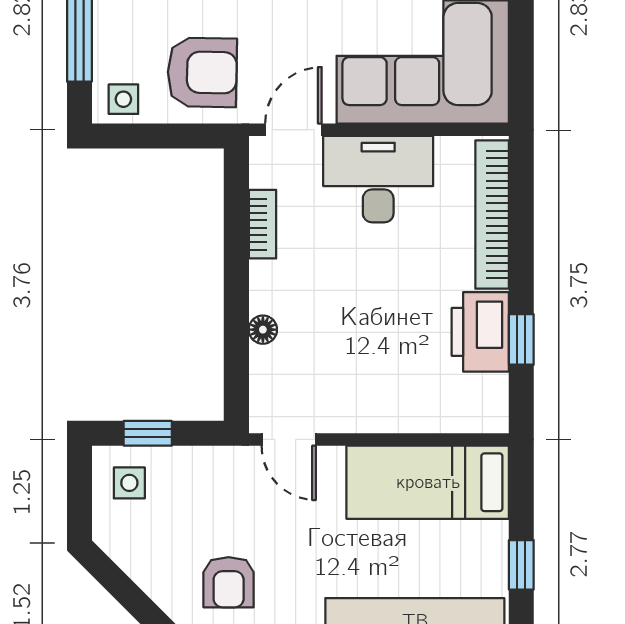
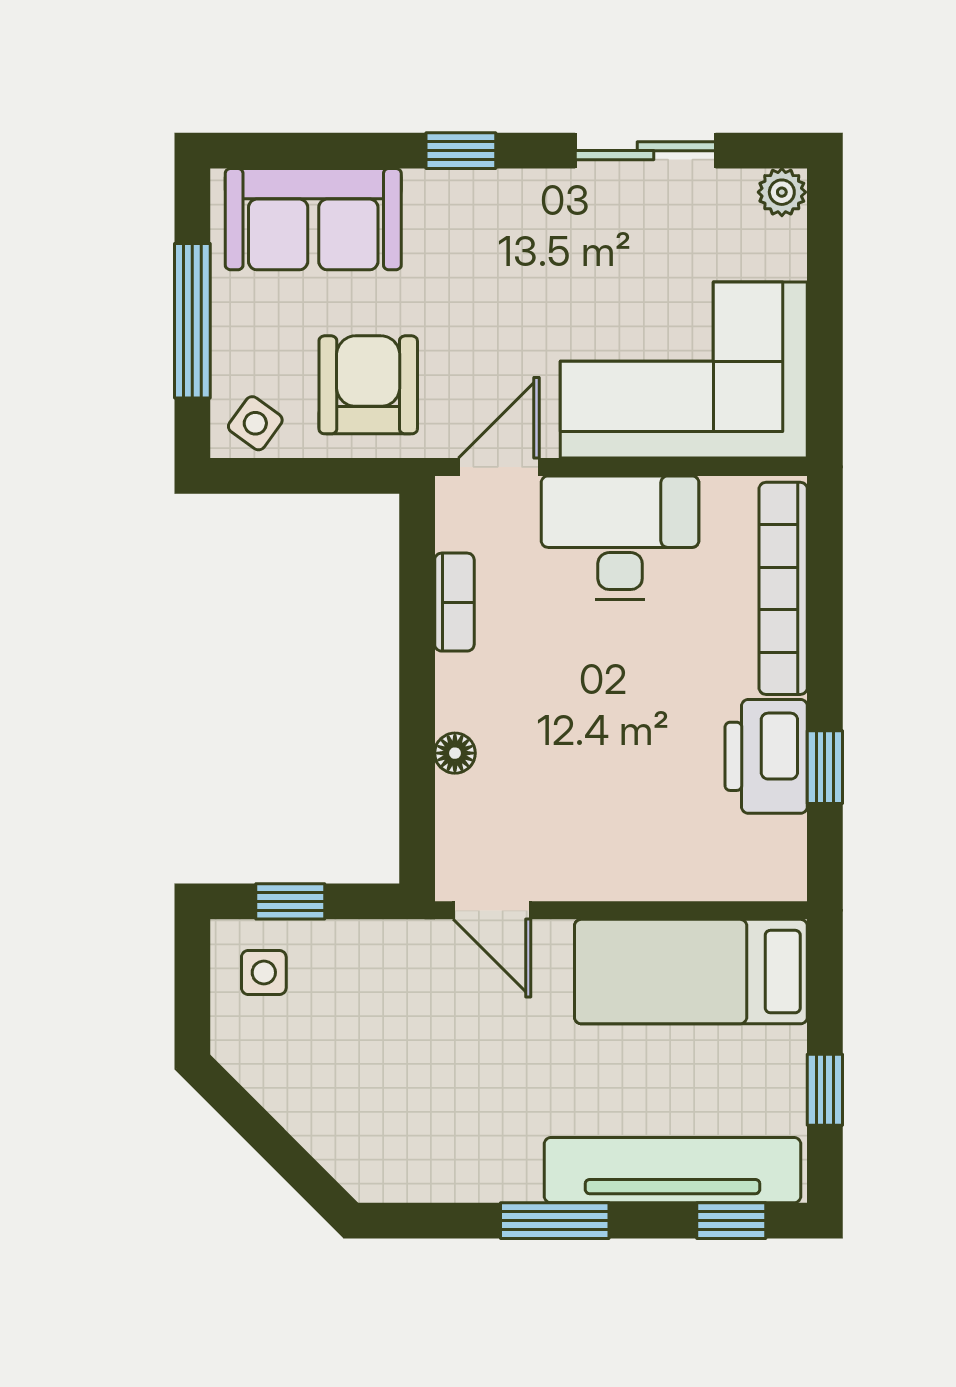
armchair: (202, 72) -> (368, 385), turned -91
side table: (123, 99) -> (255, 423), turned 36
armchair: (229, 582) -> (406, 1115), removed

